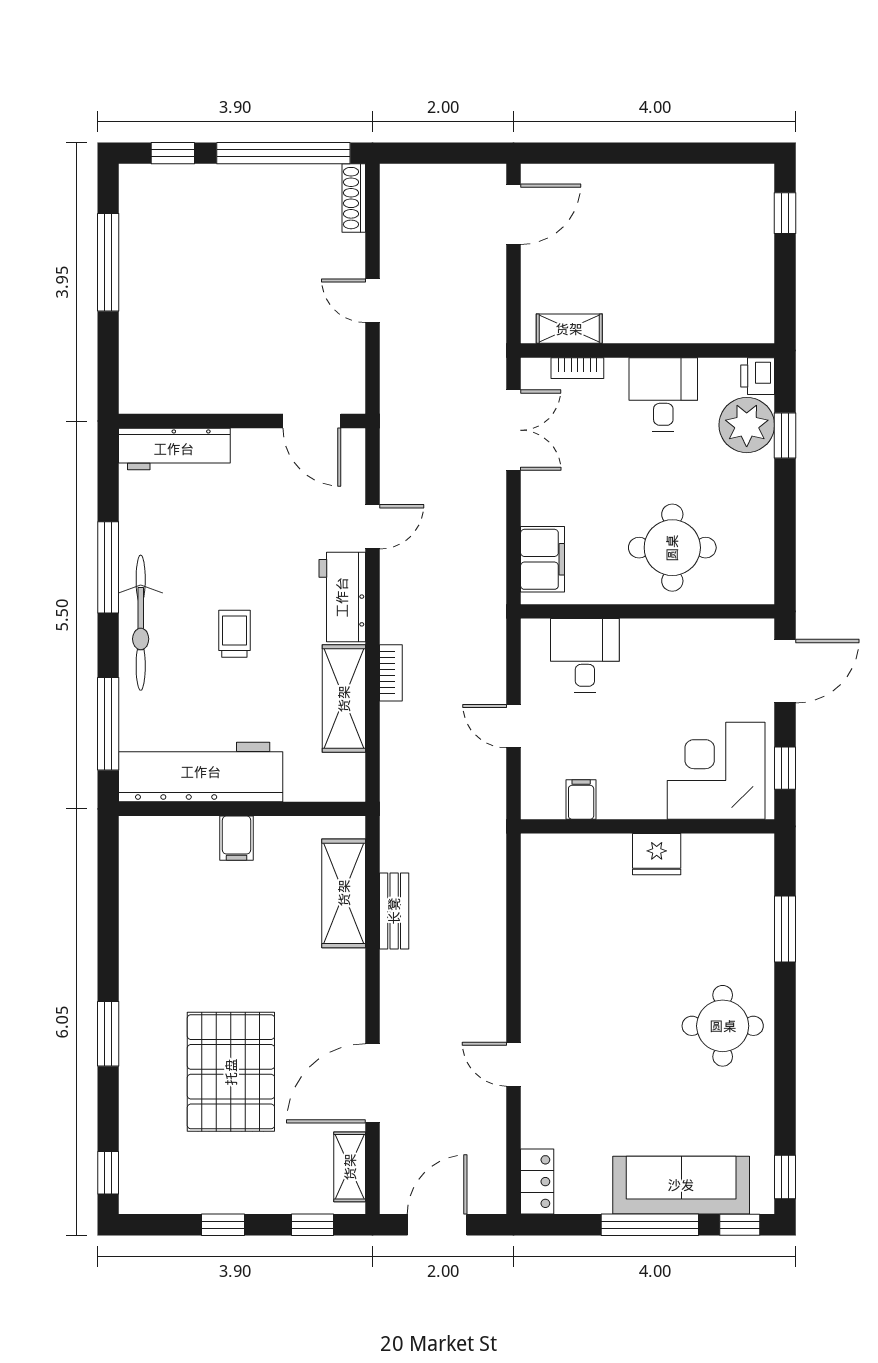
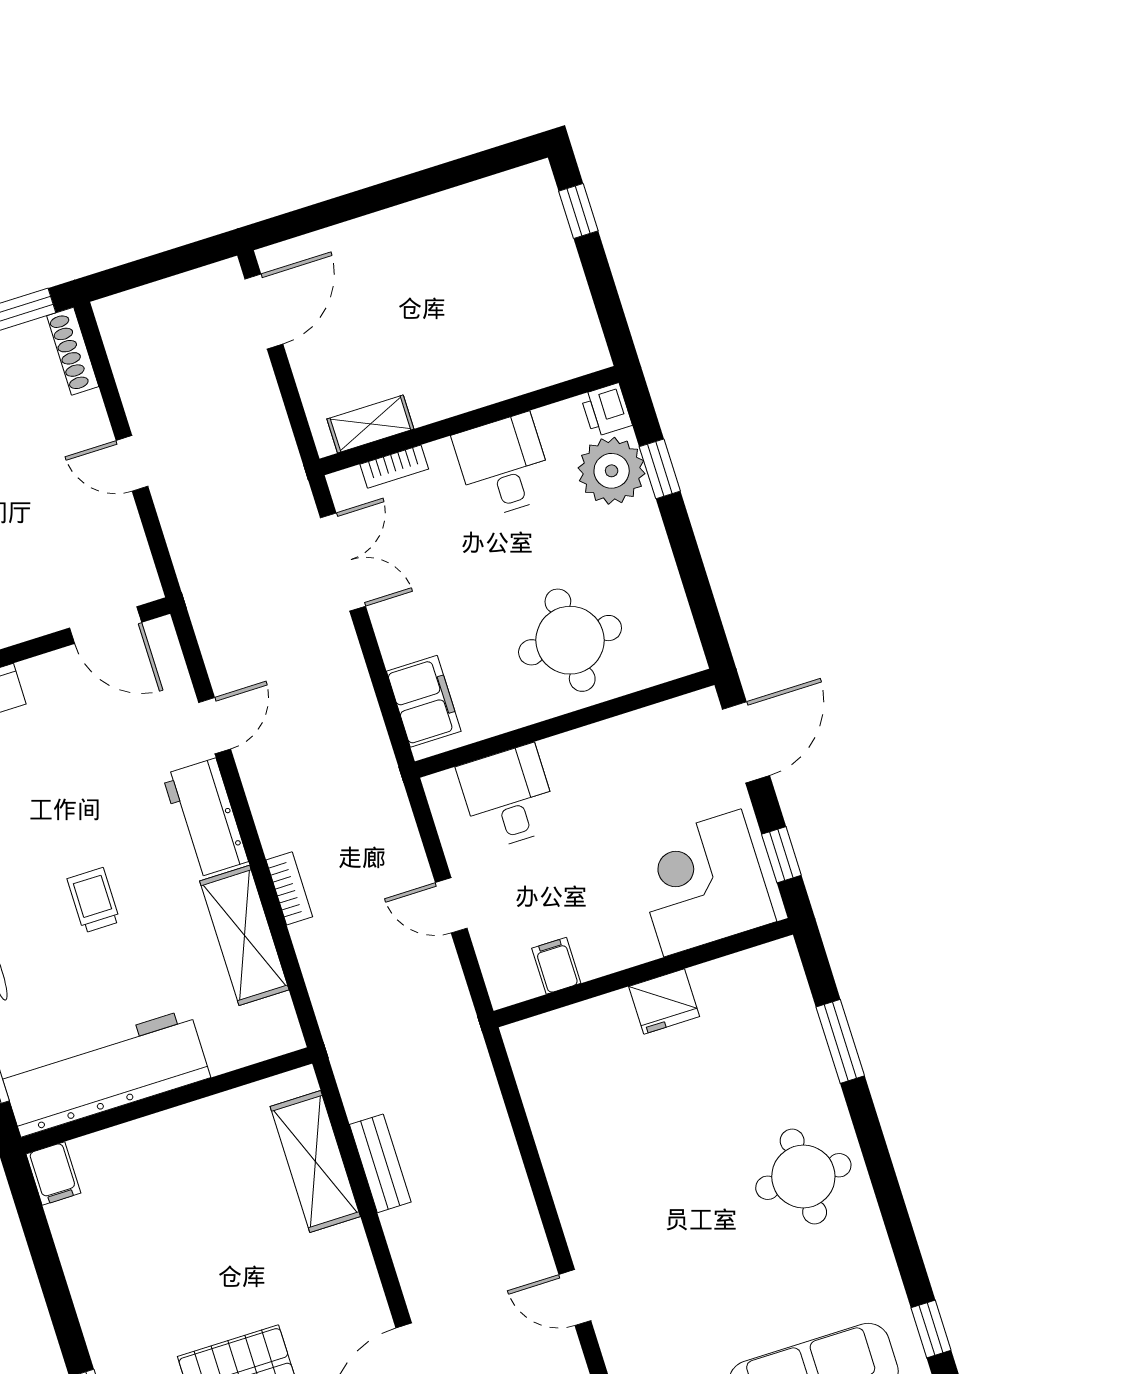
filing cabinet: (237, 838) -> (53, 1174), moved

